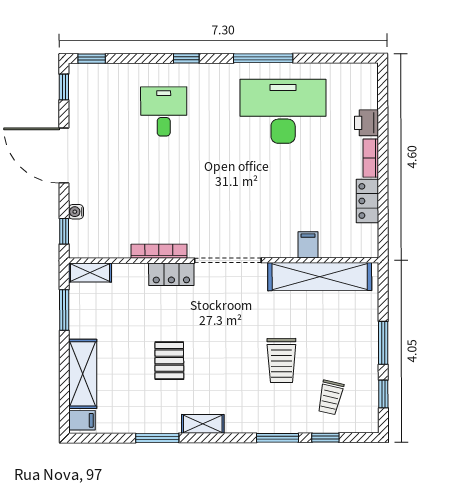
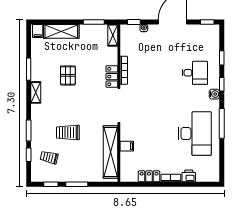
window: (92, 59) -> (222, 58), moved
water cooler: (205, 73) -> (214, 94), added
pallet: (169, 361) -> (68, 75), turned 90

